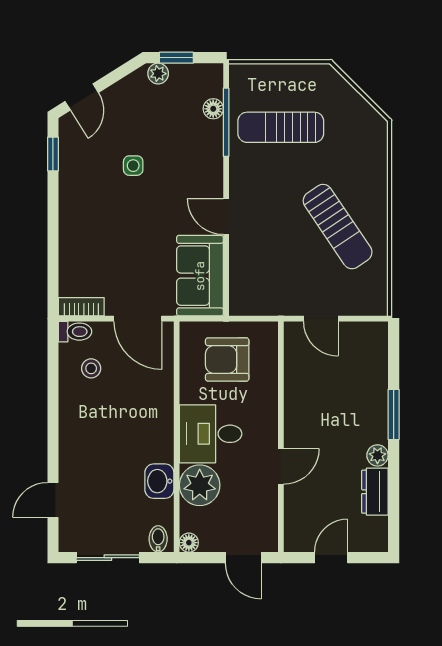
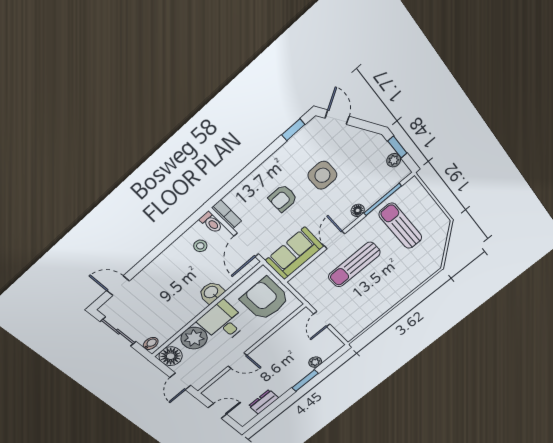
plant: (158, 74) -> (394, 160), moved
door: (82, 97) -> (337, 117), swing flipped
floor lamp: (213, 109) -> (358, 210), moved
side table: (133, 166) -> (322, 175), width x1.87, depth x1.87
sun lounger: (338, 227) -> (354, 265), moved, turned 34
armchair: (120, 231) -> (283, 198), added
armchair: (227, 359) -> (265, 299), width x1.36, depth x1.36
plant: (377, 455) -> (315, 362), moved
washbasin: (159, 481) -> (211, 292), moved
floor lamp: (189, 543) -> (171, 356), width x1.89, depth x1.89

